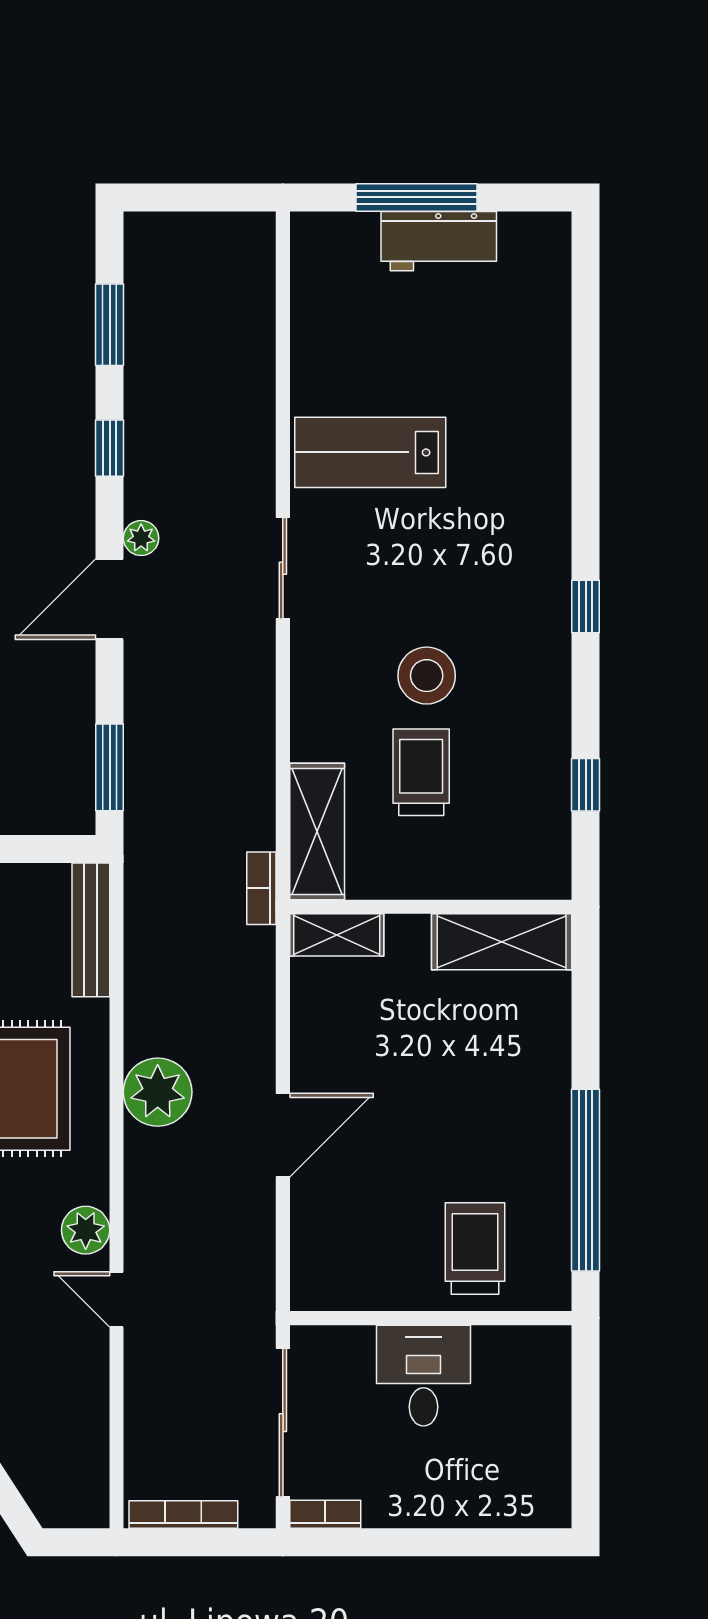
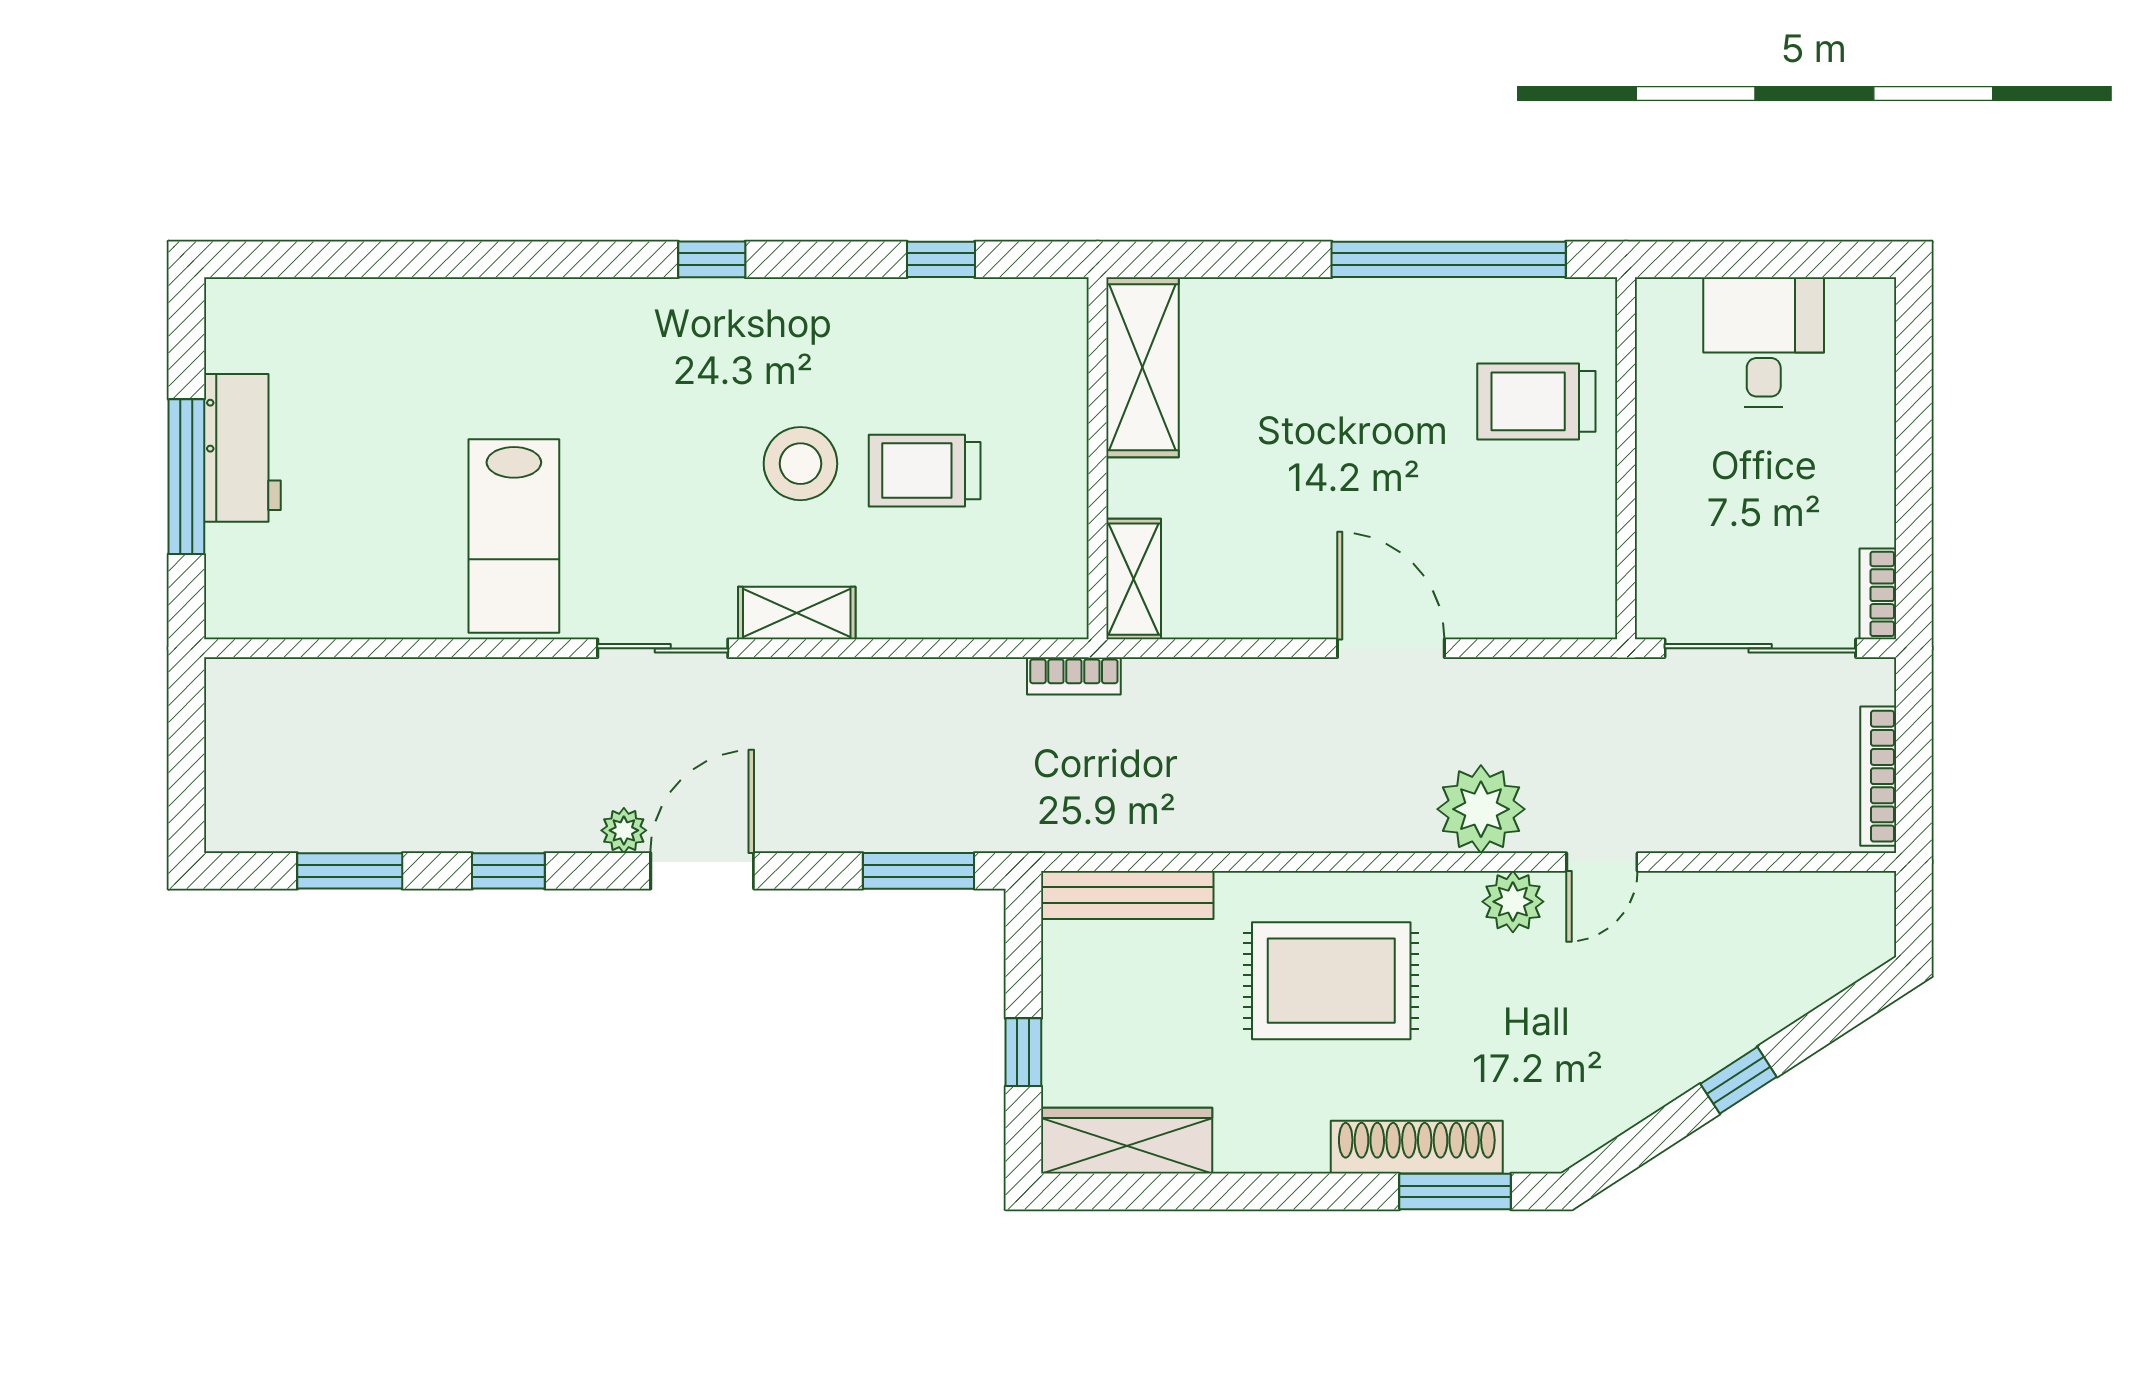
door: (110, 599) -> (702, 871), swing flipped
shelving: (317, 832) -> (797, 613), moved, width x0.67, depth x0.75
plant: (158, 1092) -> (1481, 809), moved
desk: (423, 1376) -> (1764, 342), moved, turned 90

